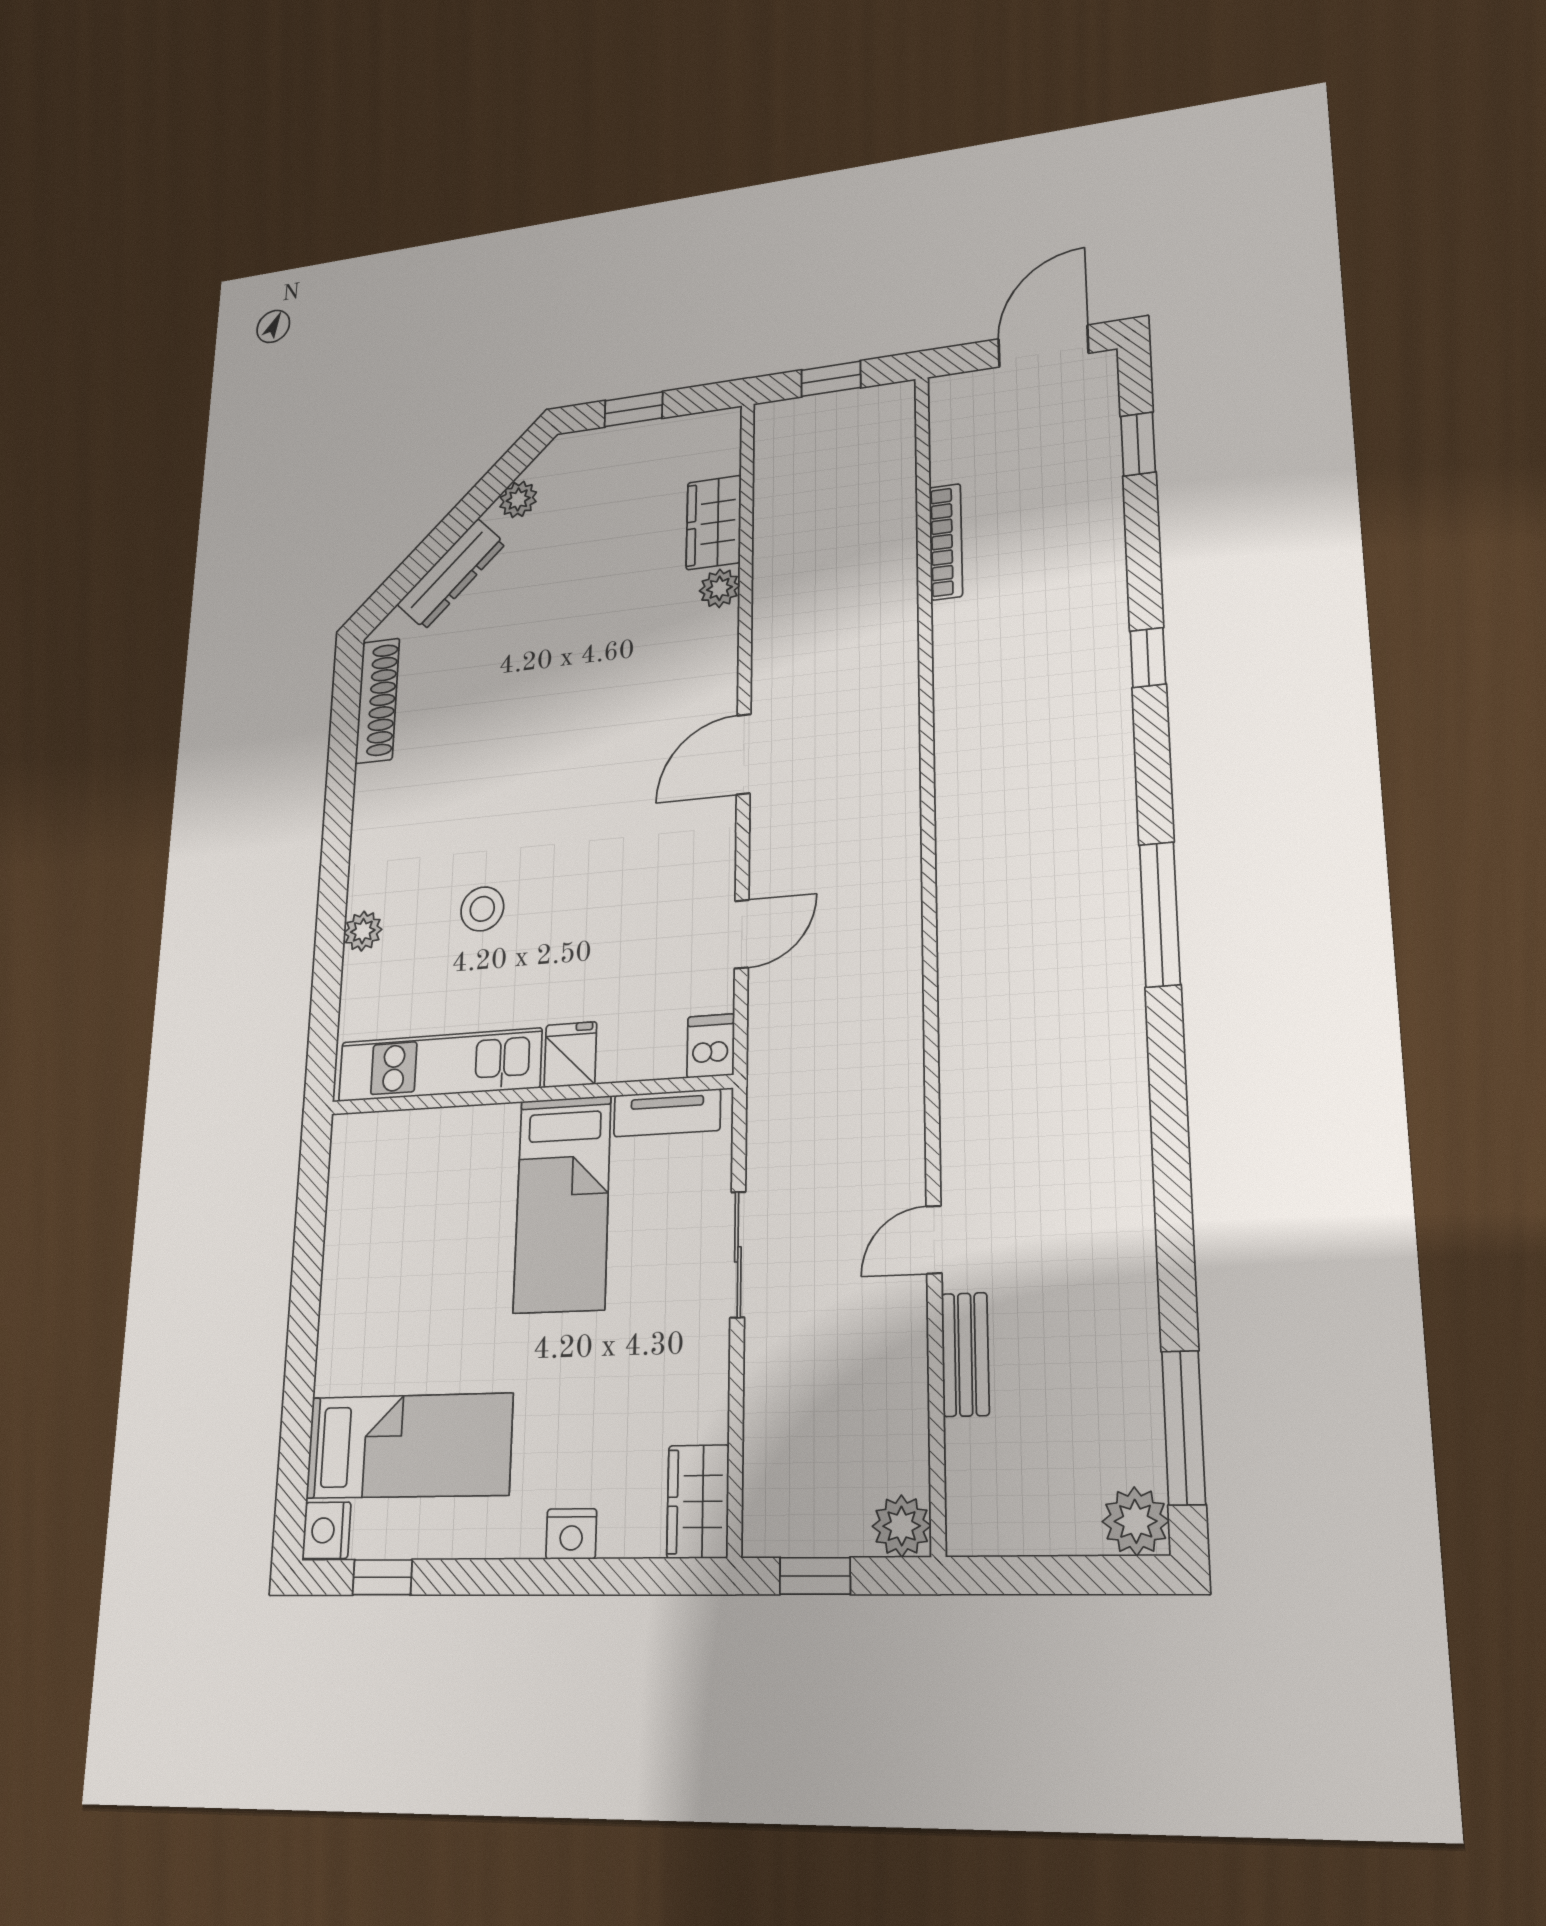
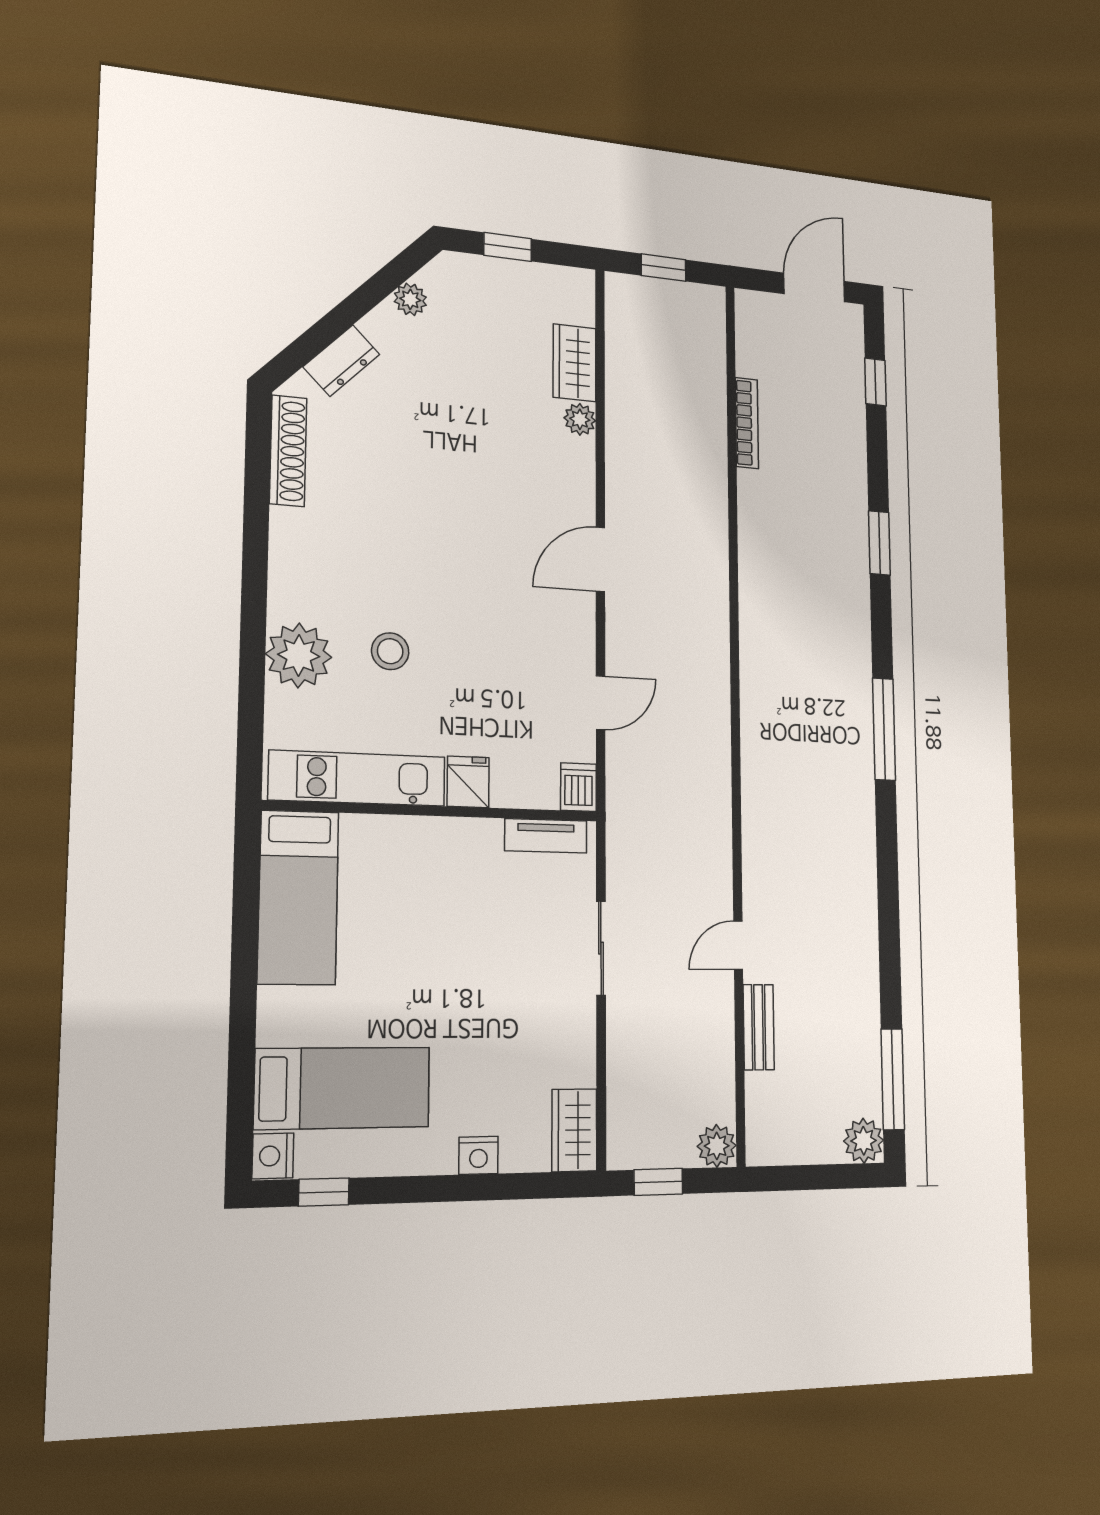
dresser: (451, 574) -> (341, 361), width x0.70
window: (1148, 658) -> (879, 543), width x1.50
plant: (363, 931) -> (299, 655), width x1.87, depth x1.87
bed: (562, 1204) -> (298, 897), moved

